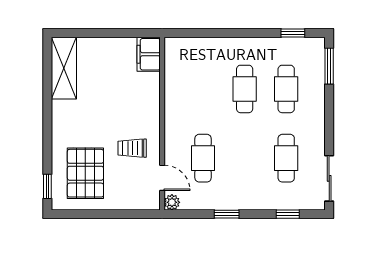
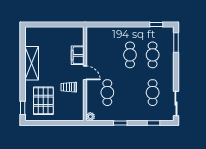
filing cabinet: (149, 54) -> (78, 55), moved
shelving: (64, 68) -> (32, 63), moved
door: (162, 178) -> (85, 73), moved

